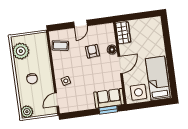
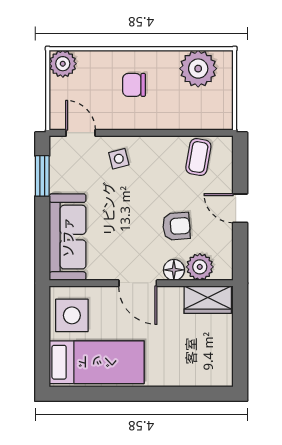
plant: (109, 38) -> (200, 267), added
sofa: (109, 98) -> (68, 237), width x1.36
window: (108, 110) -> (42, 176), moved

